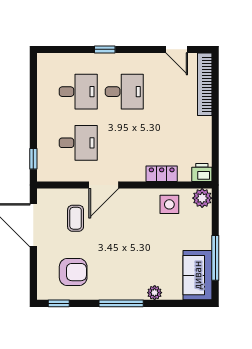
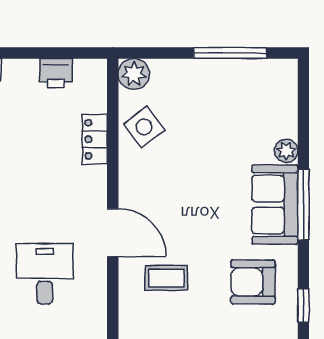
printer: (202, 172) -> (56, 73), moved, turned -90
side table: (169, 204) -> (144, 127), turned -37
armchair: (73, 272) -> (253, 282), turned -90
sofa: (198, 275) -> (275, 205), moved, turned 90

